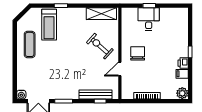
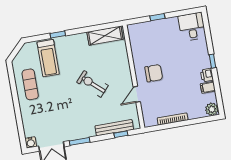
desk: (149, 19) -> (192, 27), moved
exercise bike: (100, 46) -> (92, 84), moved
chair: (138, 53) -> (154, 73), turned 90

